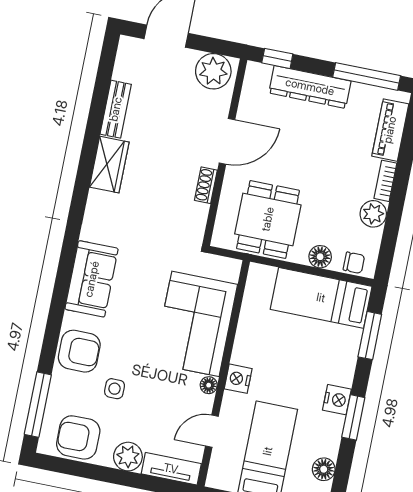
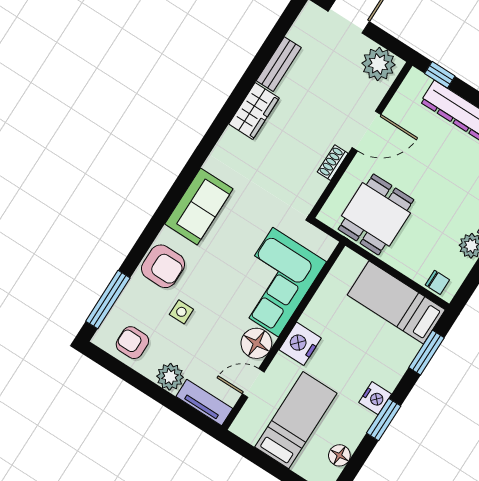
floor lamp: (320, 257) -> (409, 265), removed
nightstand: (238, 379) -> (300, 344), width x1.36, depth x1.33
floor lamp: (209, 385) -> (256, 343), width x1.89, depth x1.89
armchair: (78, 437) -> (132, 343), width x0.72, depth x0.72

